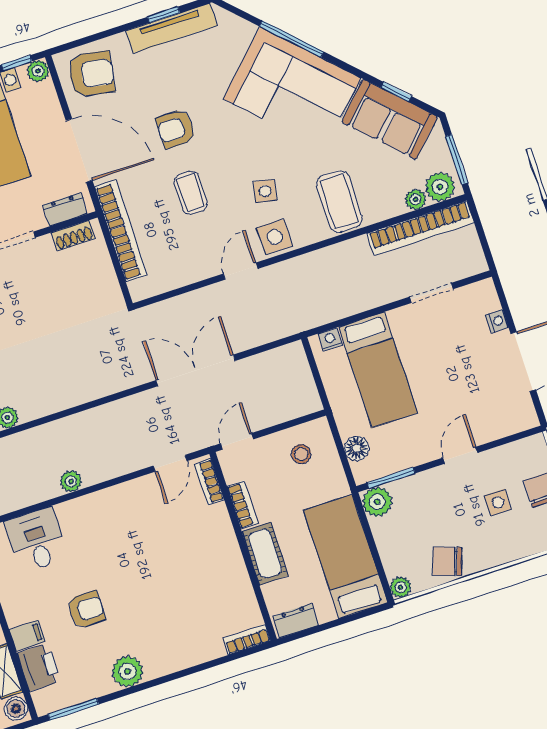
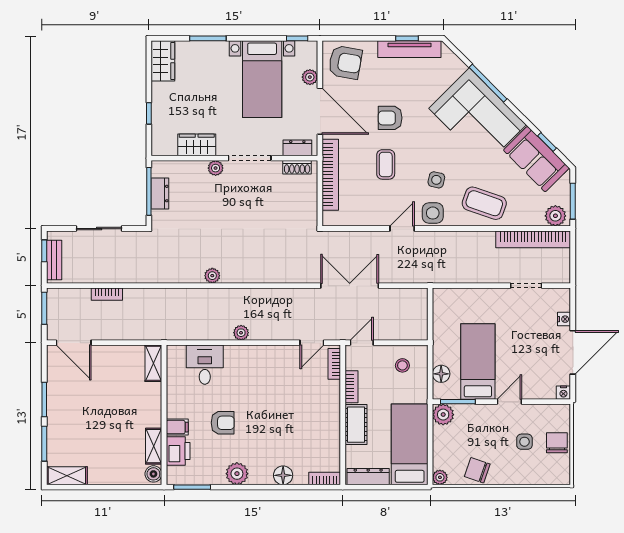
plant: (38, 71) -> (310, 77), moved
plant: (416, 199) -> (536, 219), removed
coffee table: (339, 201) -> (484, 203), turned -71
nightstand: (330, 339) -> (563, 393), moved, turned 180
bed: (378, 370) -> (478, 361), moved, turned 180
dresser: (296, 621) -> (368, 477), width x1.44
floor lamp: (190, 653) -> (283, 475), added

